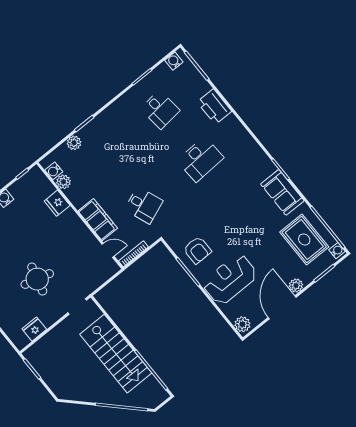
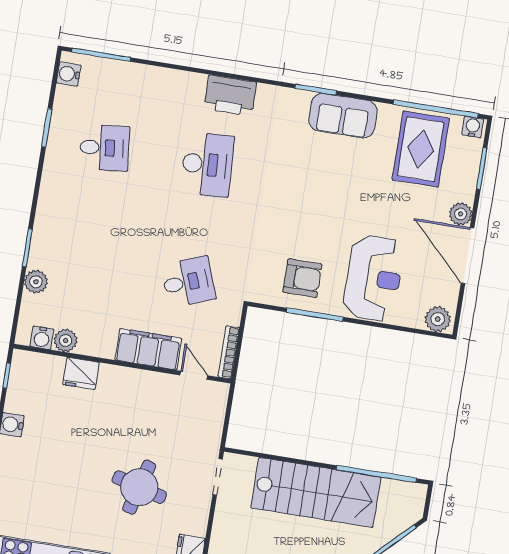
printer: (214, 107) -> (230, 95), moved
rug: (304, 239) -> (421, 149), turned 90
door: (108, 250) -> (194, 375), hinge flipped
reception desk: (230, 279) -> (374, 278), turned 180

